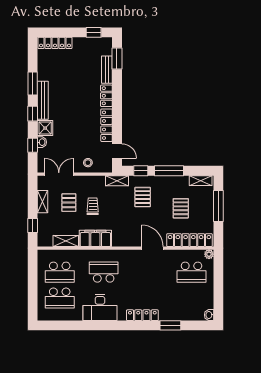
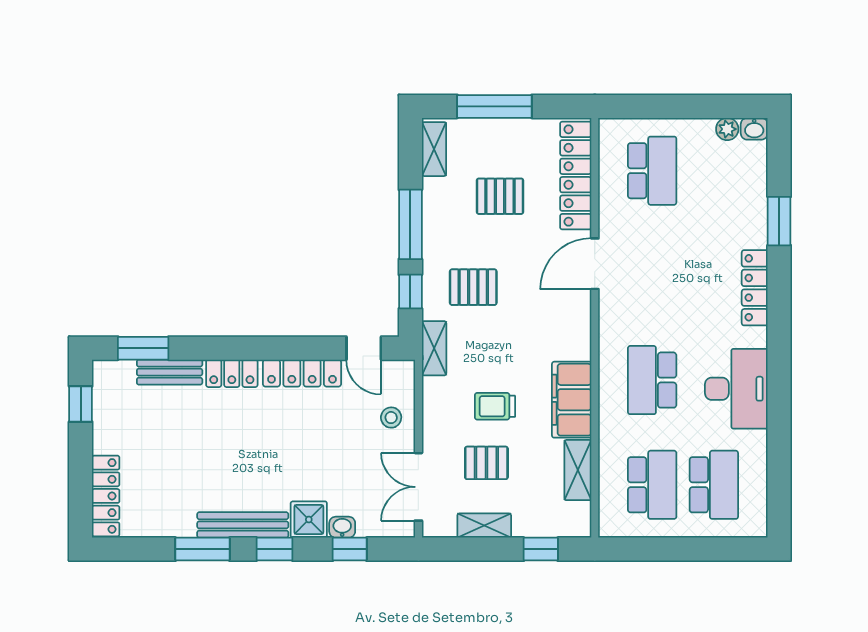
door: (117, 151) -> (364, 348), swing flipped
plant: (209, 254) -> (727, 129), moved

